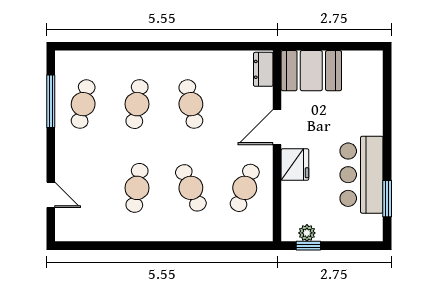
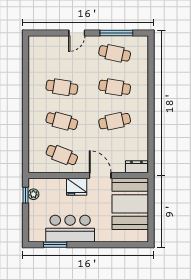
booth: (311, 71) -> (130, 204), width x1.36, depth x1.42
cafe table: (191, 188) -> (62, 121), turned 39
door: (51, 195) -> (77, 33), moved

